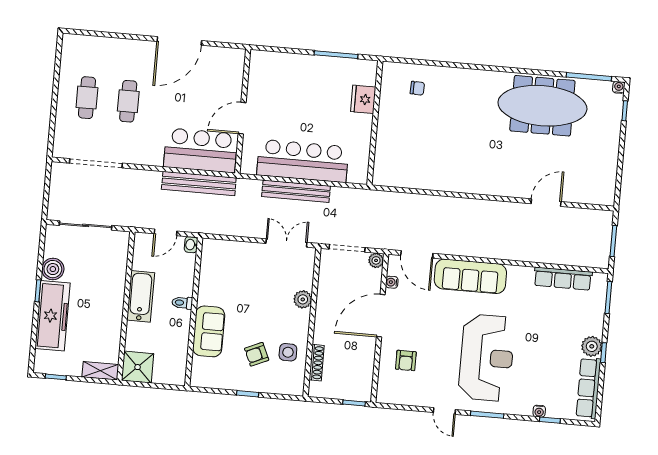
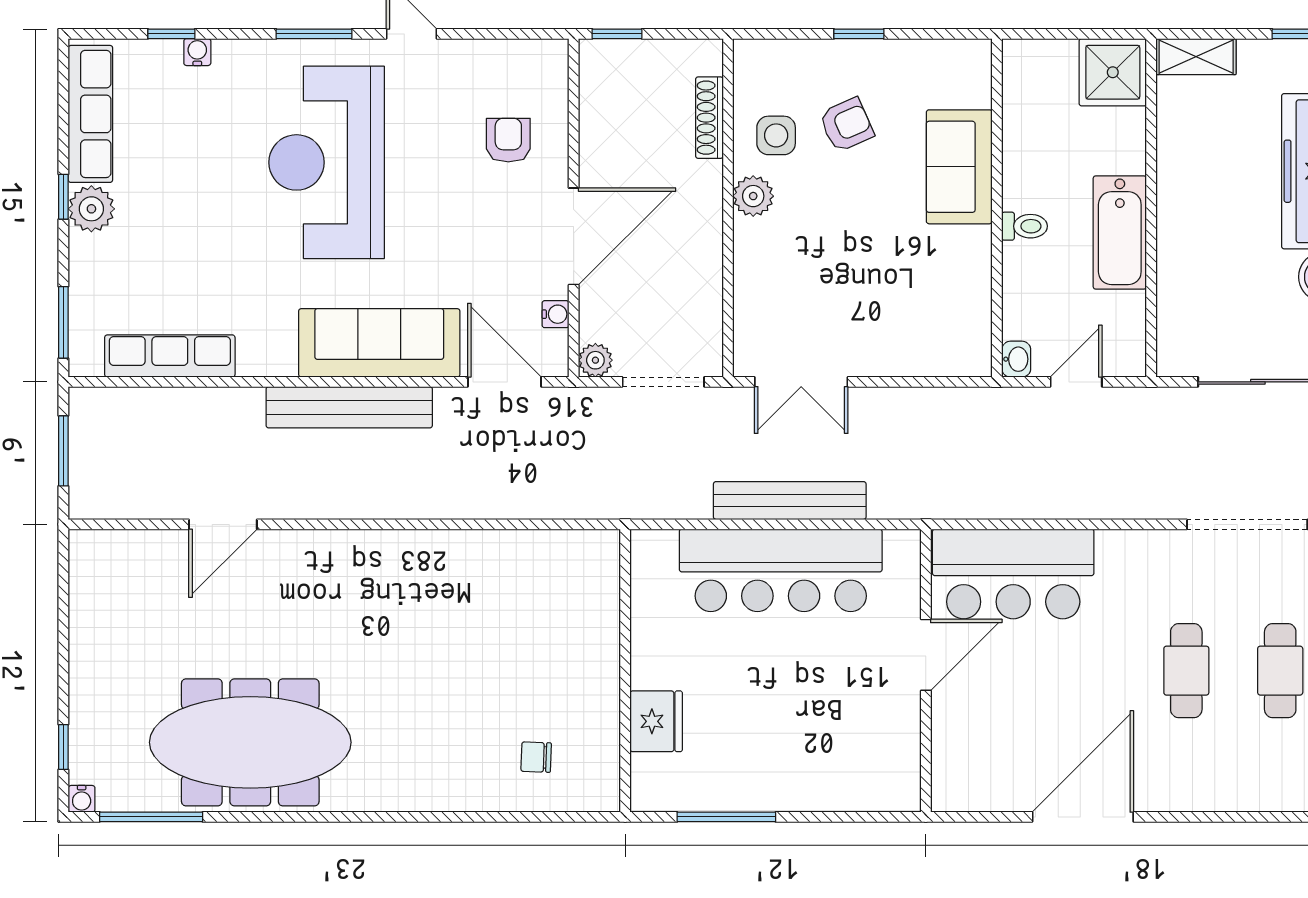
bench: (199, 183) -> (349, 407), moved
plant: (303, 299) -> (753, 196), moved

